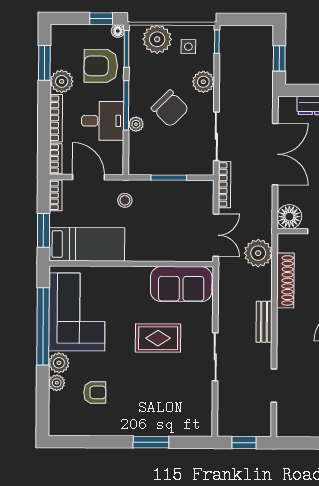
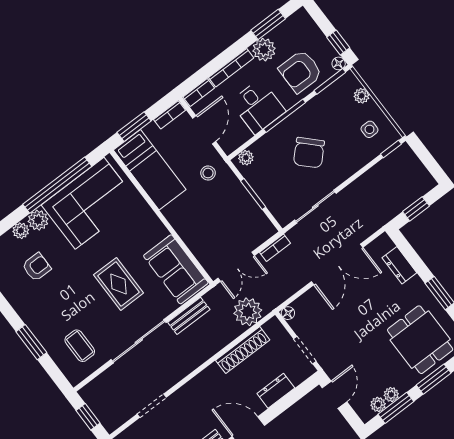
plant: (157, 39) -> (362, 96), width x0.53, depth x0.53
armchair: (101, 66) -> (300, 71), turned -90
plant: (203, 82) -> (351, 163), removed
plant: (136, 124) -> (246, 158), moved
bookcase: (224, 185) -> (275, 248), width x0.64
floor lamp: (289, 217) -> (288, 313), width x0.53, depth x0.53
bench: (264, 322) -> (189, 316), moved
sliding door: (215, 357) -> (139, 341), width x1.37
armchair: (95, 392) -> (36, 267), turned -90
coffee table: (183, 406) -> (80, 346), added

